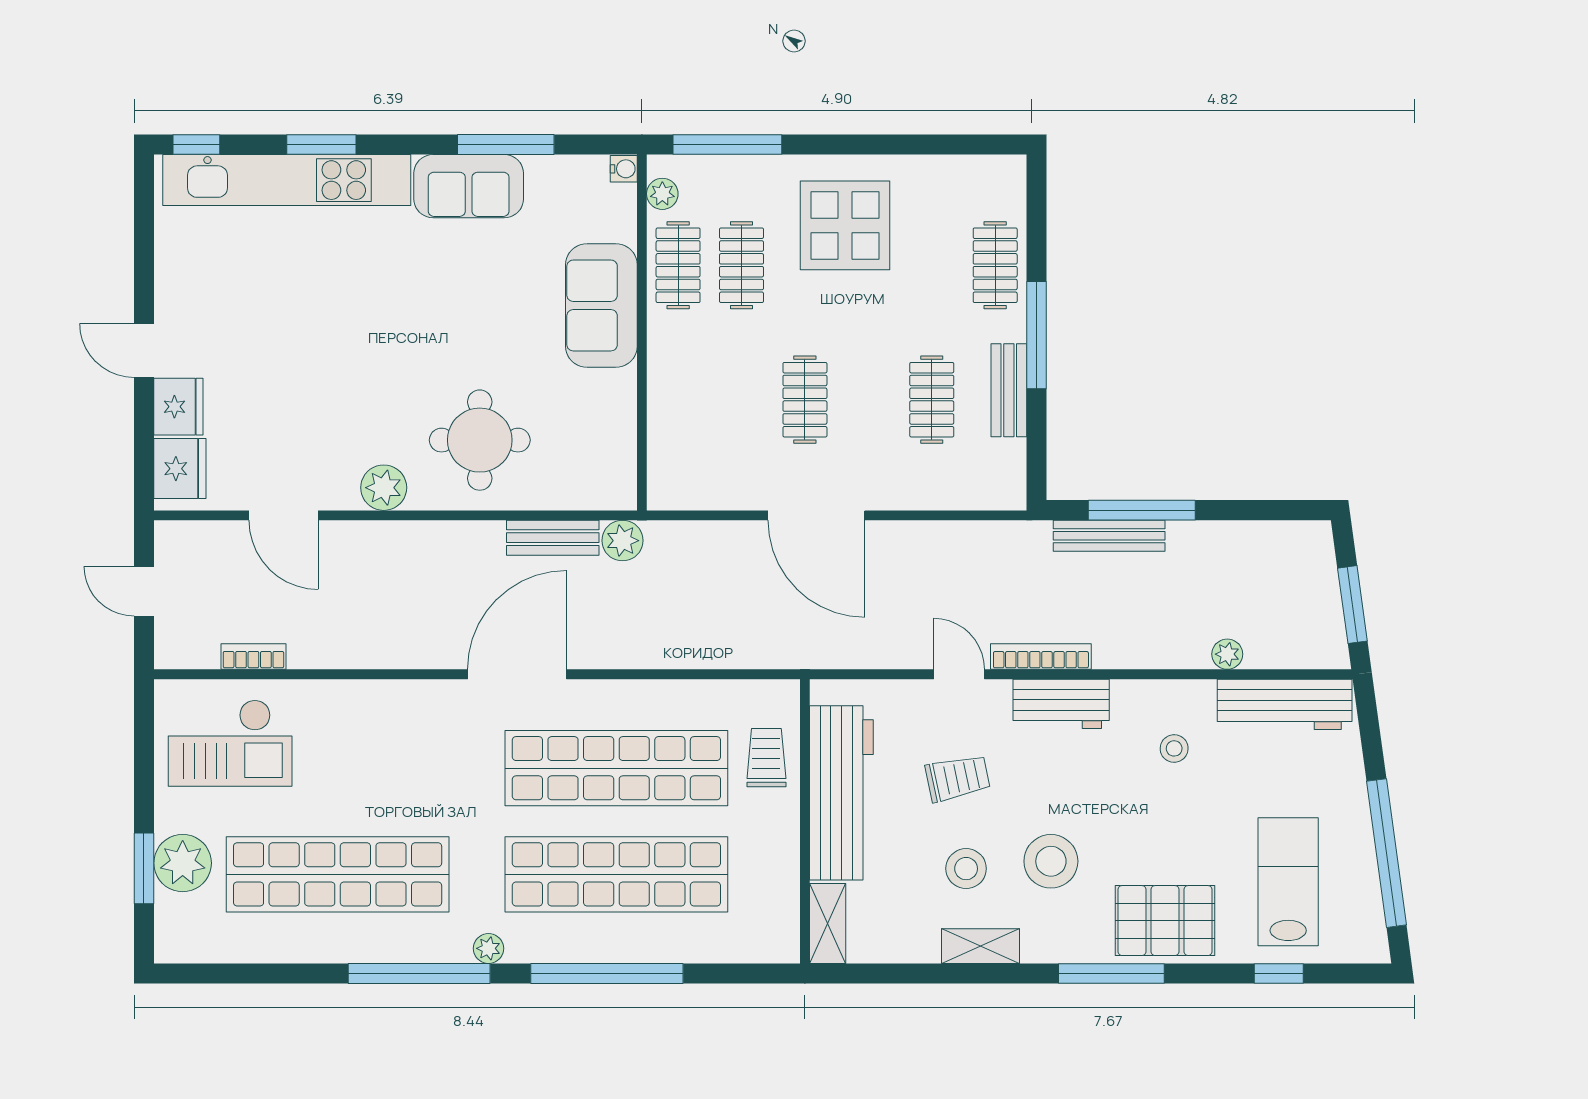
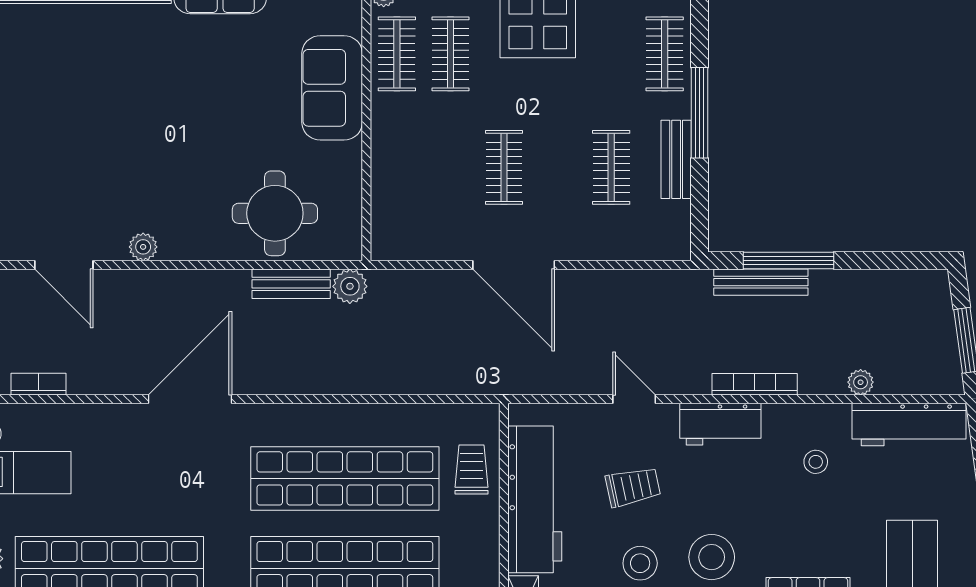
round table: (480, 440) -> (275, 213), moved
plant: (384, 488) -> (143, 247), width x0.73, depth x0.73
bookcase: (1041, 657) -> (755, 384), moved
door: (517, 674) -> (190, 399), moved

